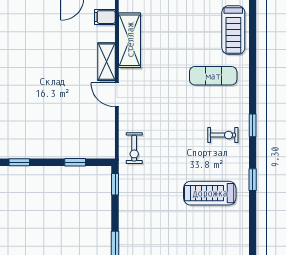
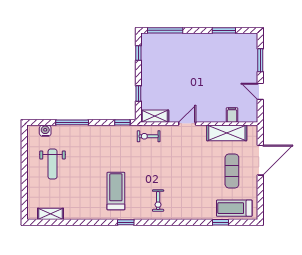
filing cabinet: (105, 17) -> (232, 115), moved
shelving: (106, 62) -> (155, 116), moved
exercise mat: (213, 76) -> (232, 171), moved
window: (253, 125) -> (221, 222), moved

